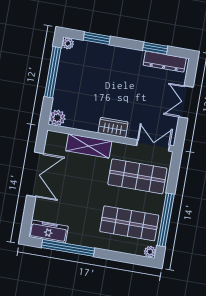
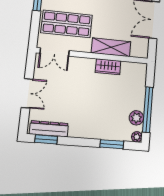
window: (155, 48) -> (46, 139), moved
plant: (57, 118) -> (136, 118), moved
wardrobe: (113, 127) -> (108, 67), moved

